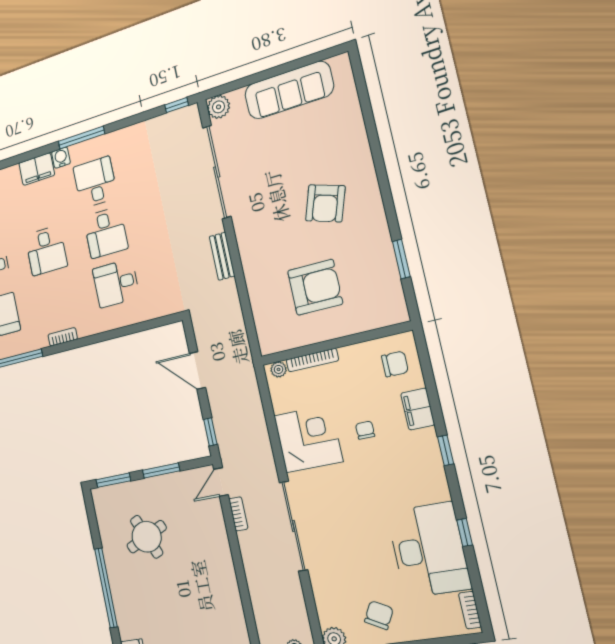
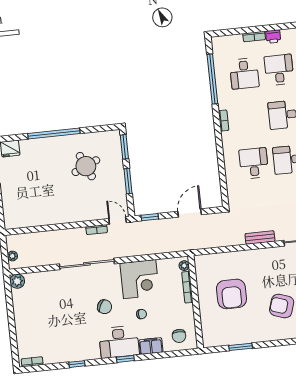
desk: (429, 550) -> (119, 342), moved, width x0.73, depth x0.77
chair: (379, 615) -> (105, 307), moved

